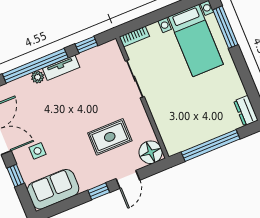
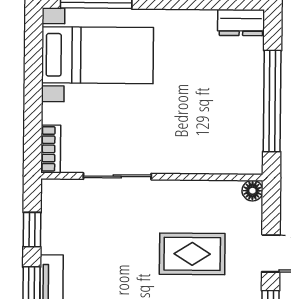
rug: (110, 137) -> (192, 254), turned 90
floor lamp: (151, 152) -> (252, 191), width x0.53, depth x0.53

